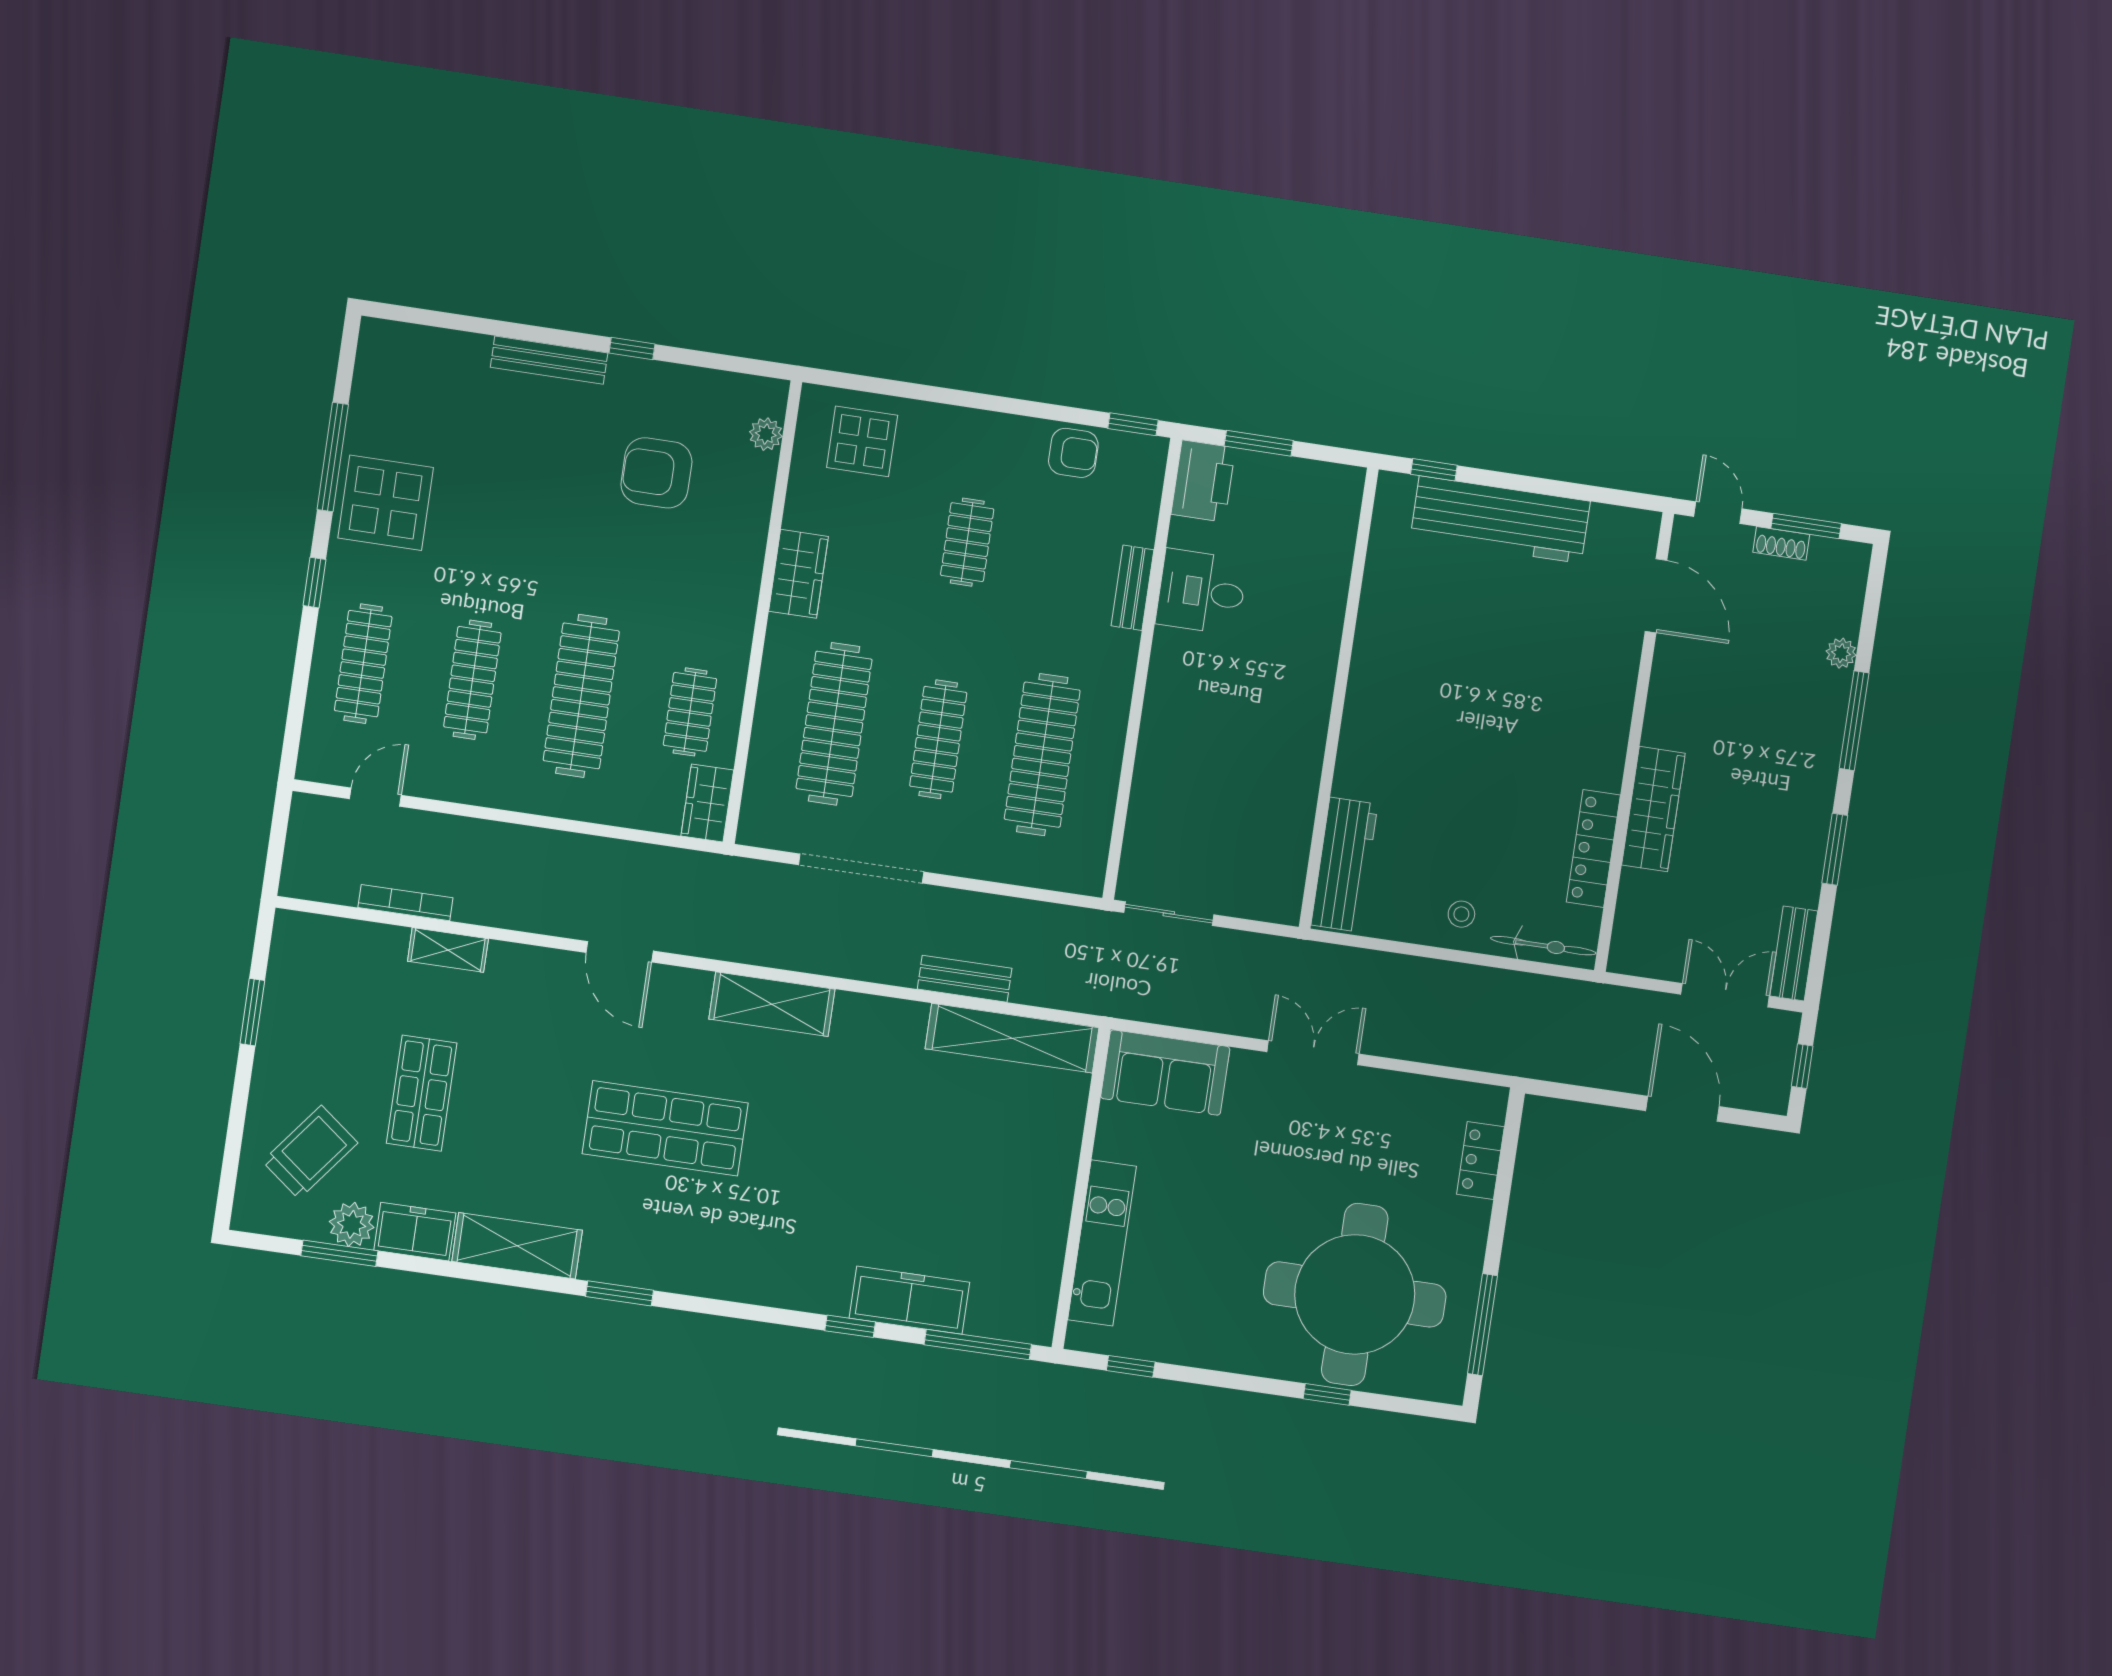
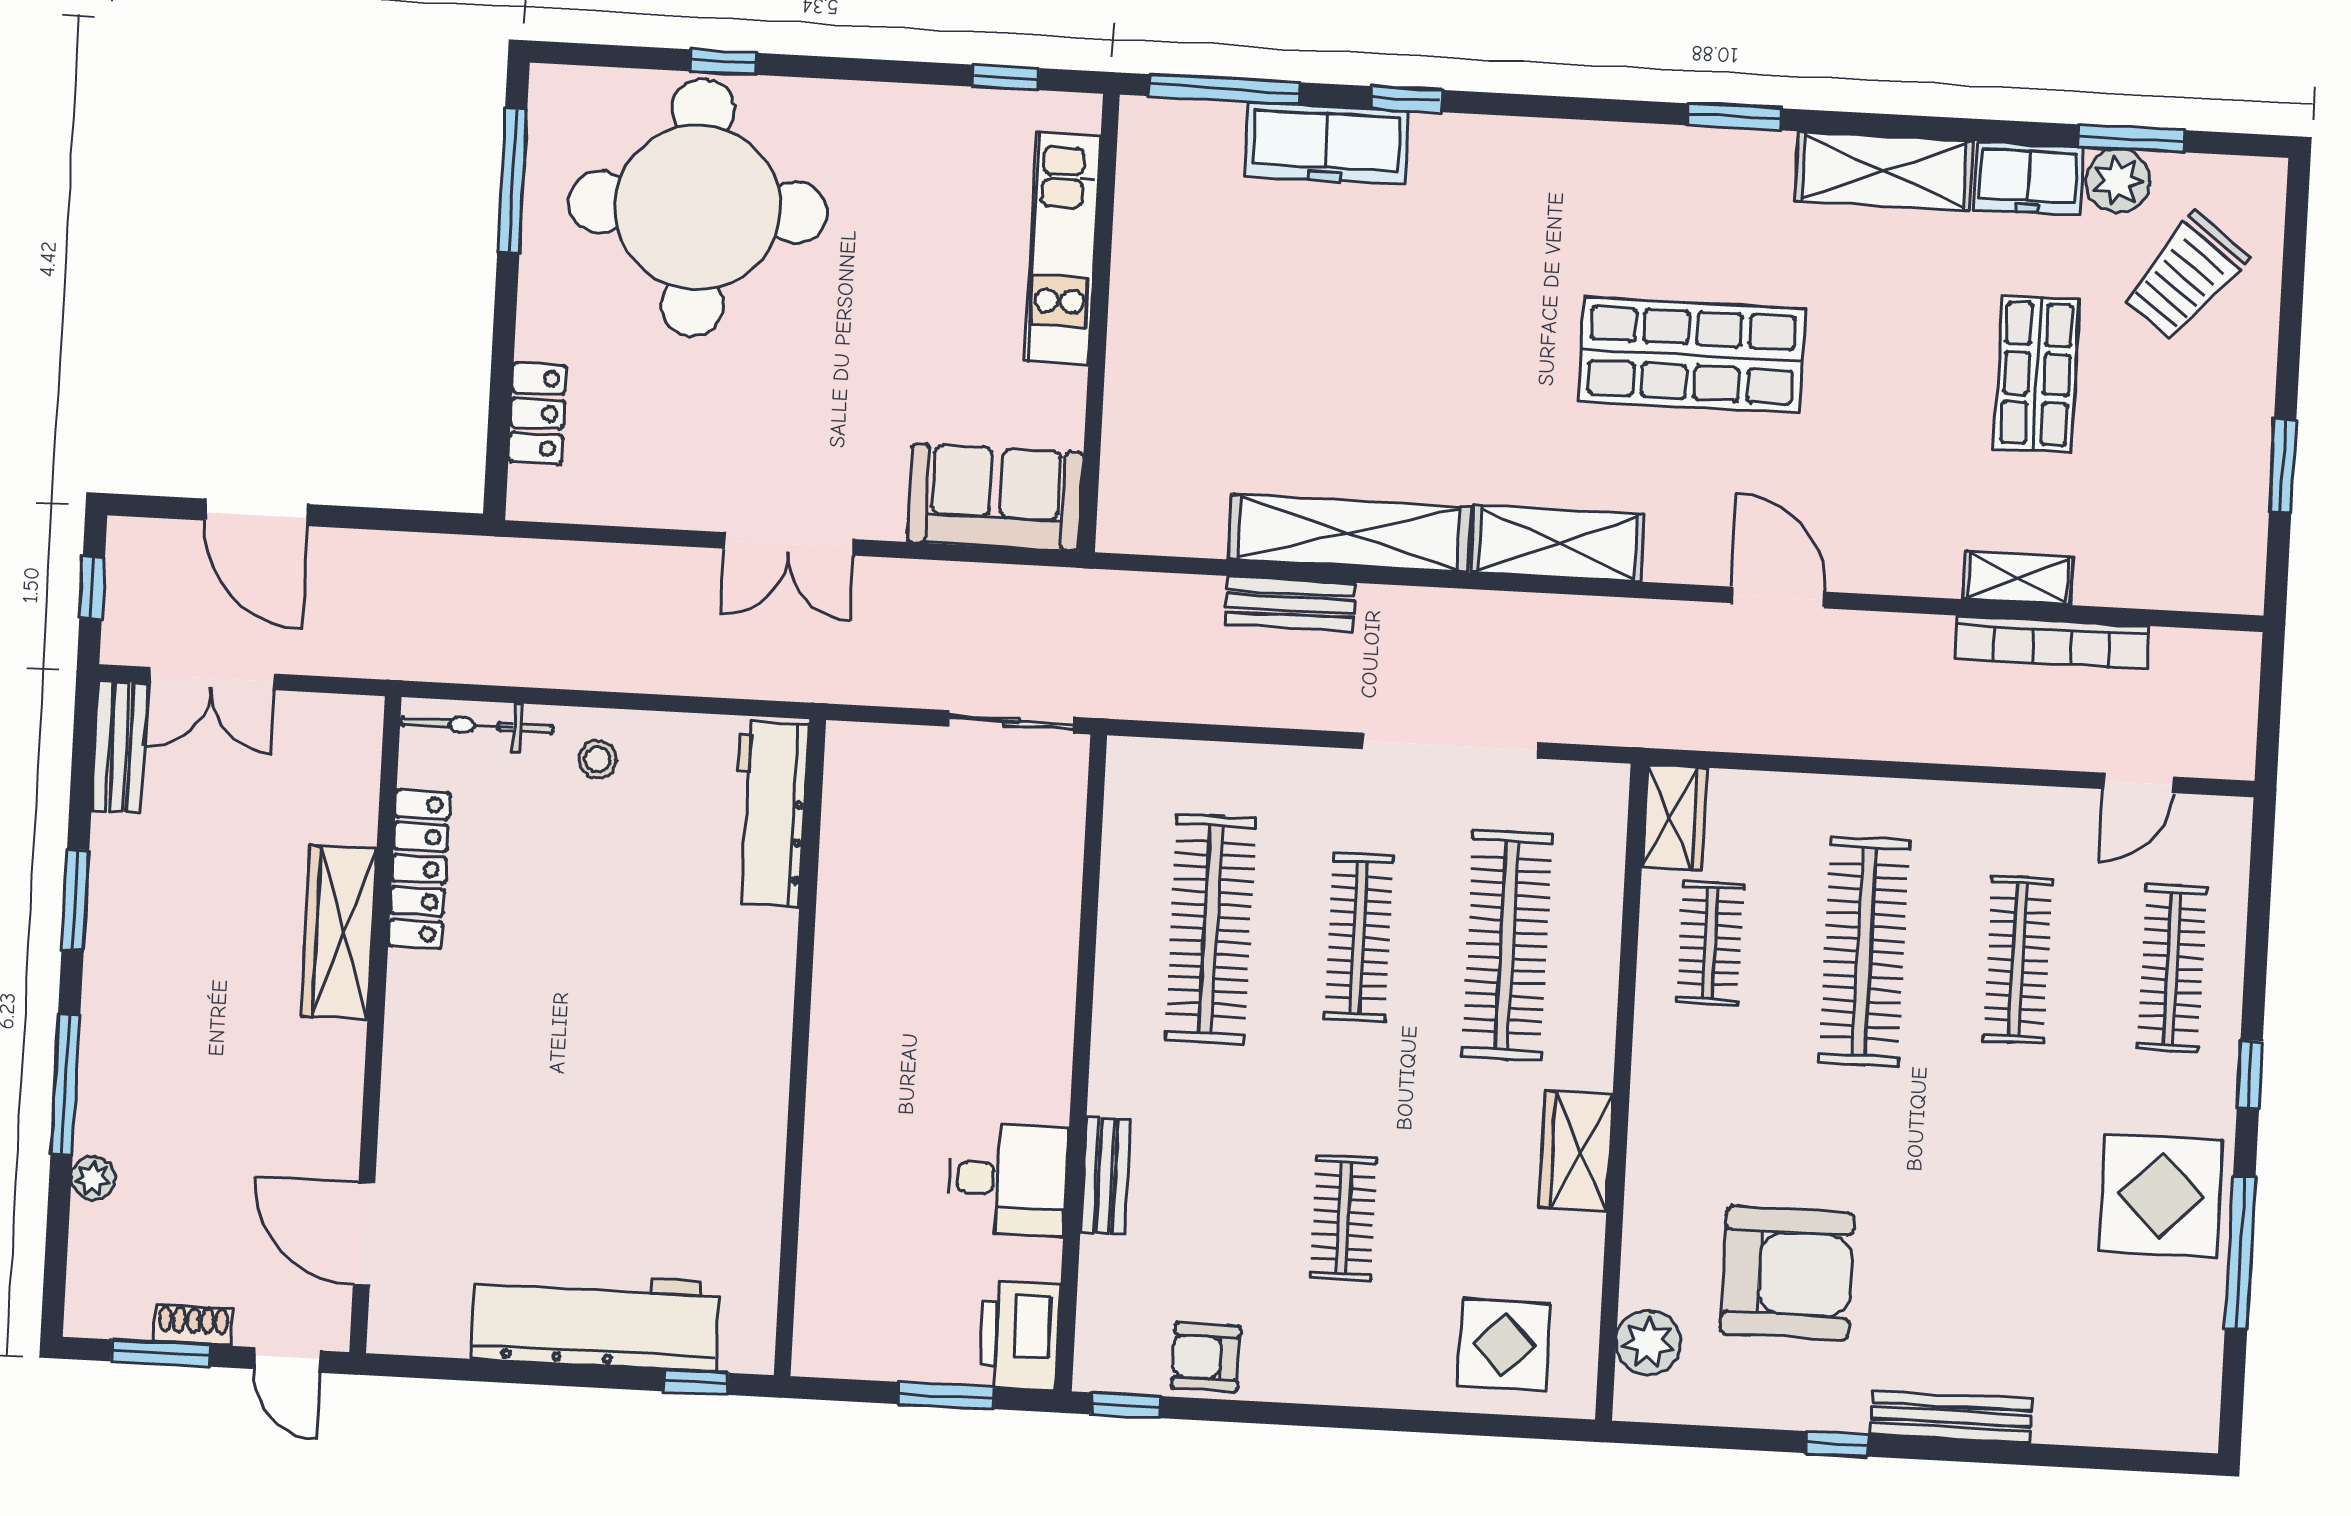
plant: (766, 434) -> (1648, 1343), width x1.38, depth x1.38
armchair: (656, 473) -> (1787, 1273), width x1.36, depth x1.36
bookcase: (405, 903) -> (2052, 642), width x1.48, depth x1.31
shelving: (1012, 1038) -> (1350, 533), moved

